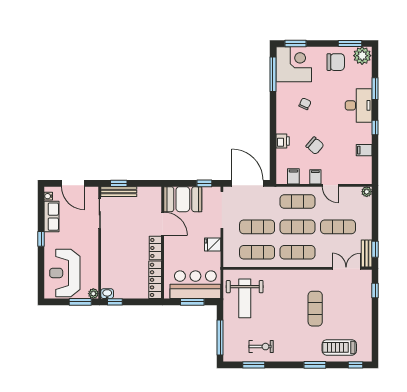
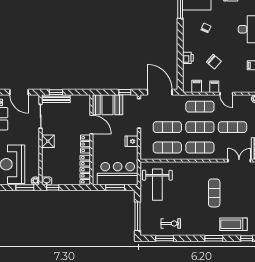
shower: (109, 244) -> (48, 141), added

